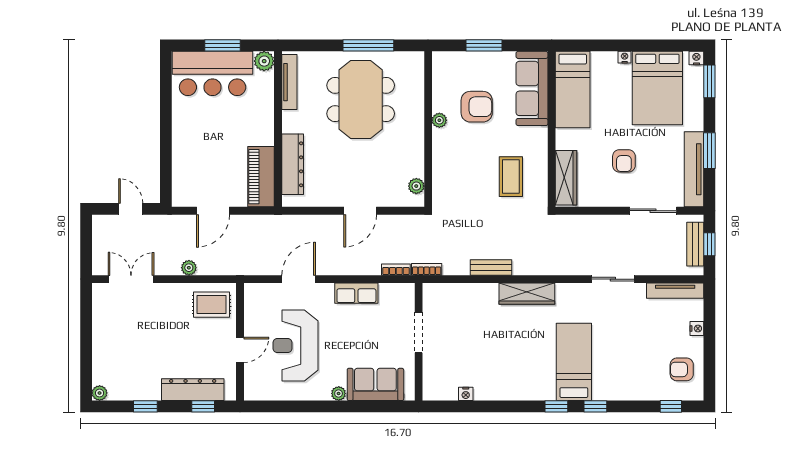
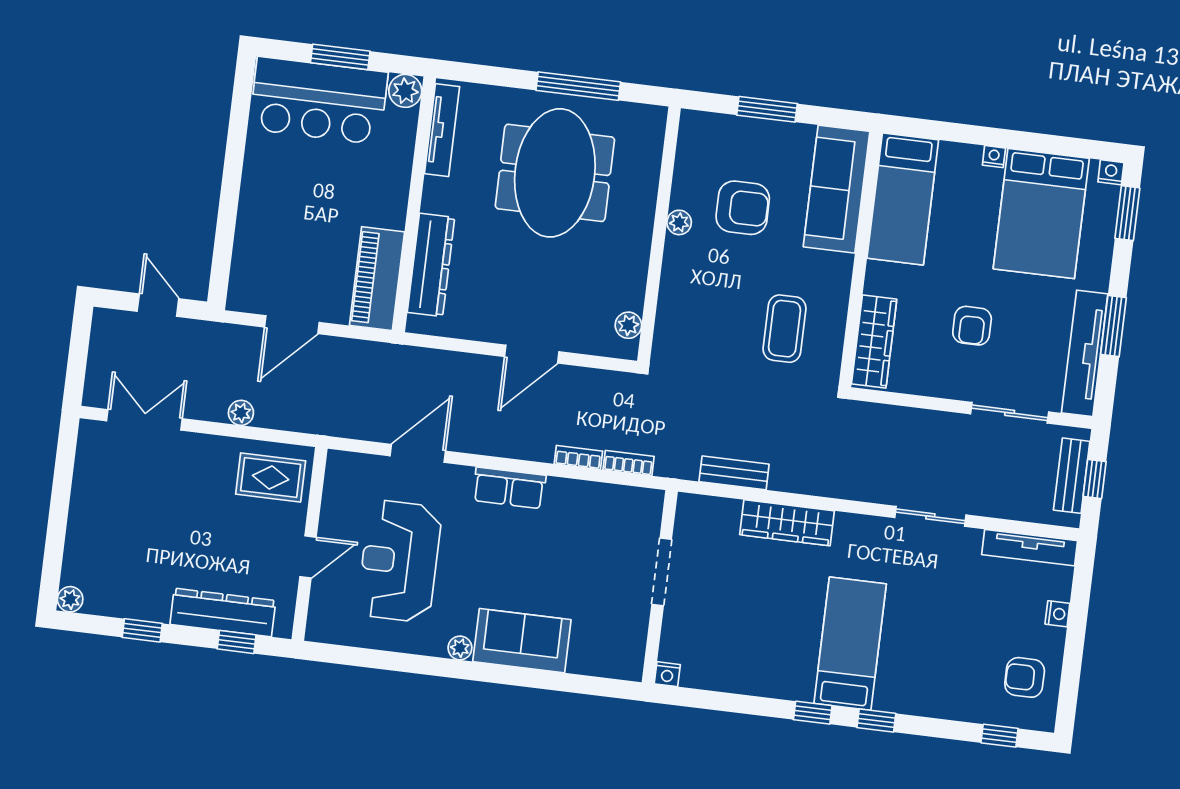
doorway: (419, 333) -> (662, 572), moved
wall: (419, 342) -> (660, 587), moved

